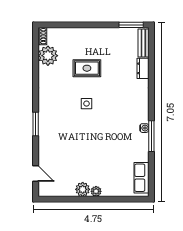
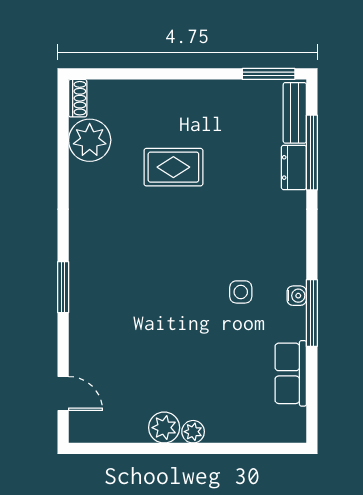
window: (151, 61) -> (312, 153), added
side table: (87, 104) -> (241, 292), moved
row of seats: (141, 178) -> (291, 373), moved

